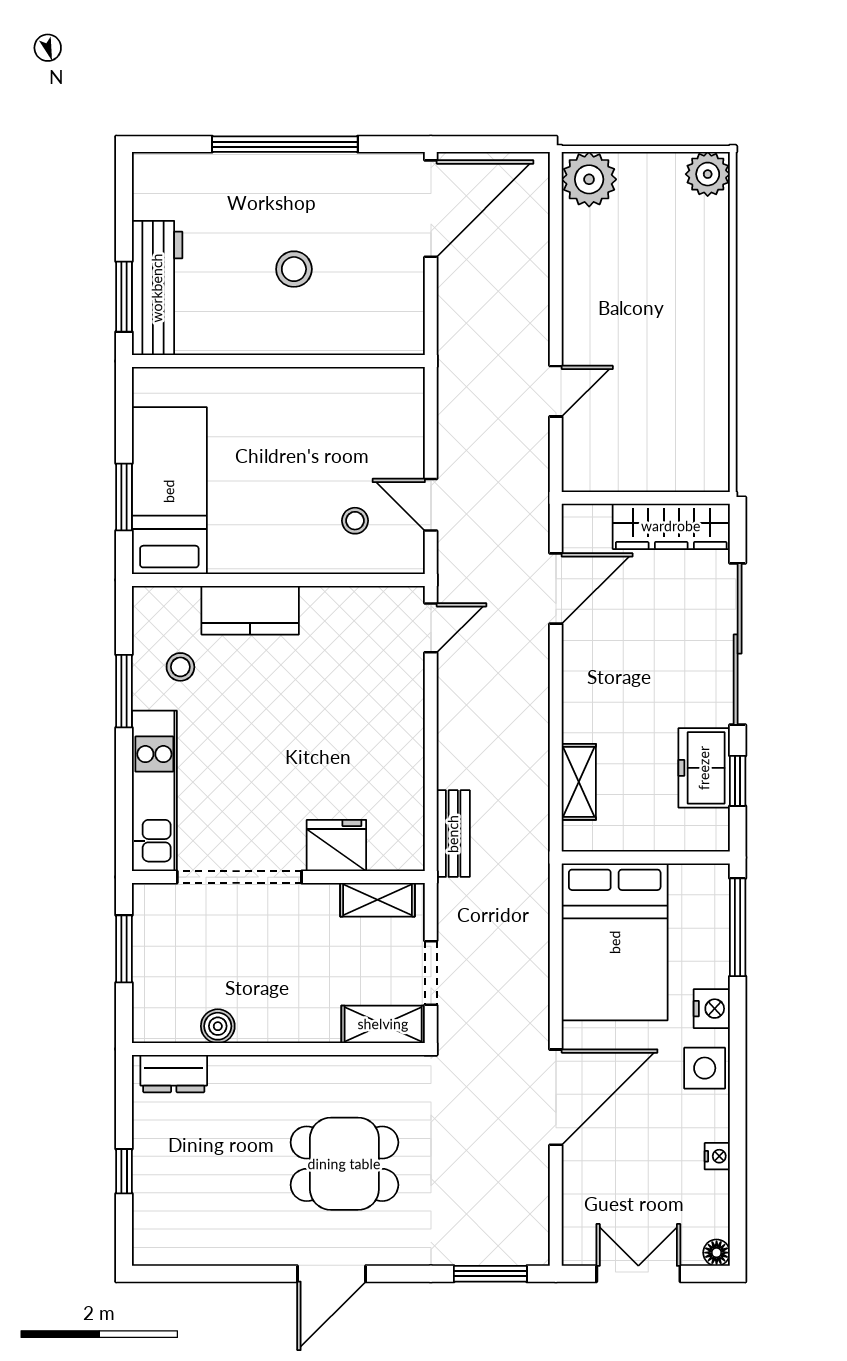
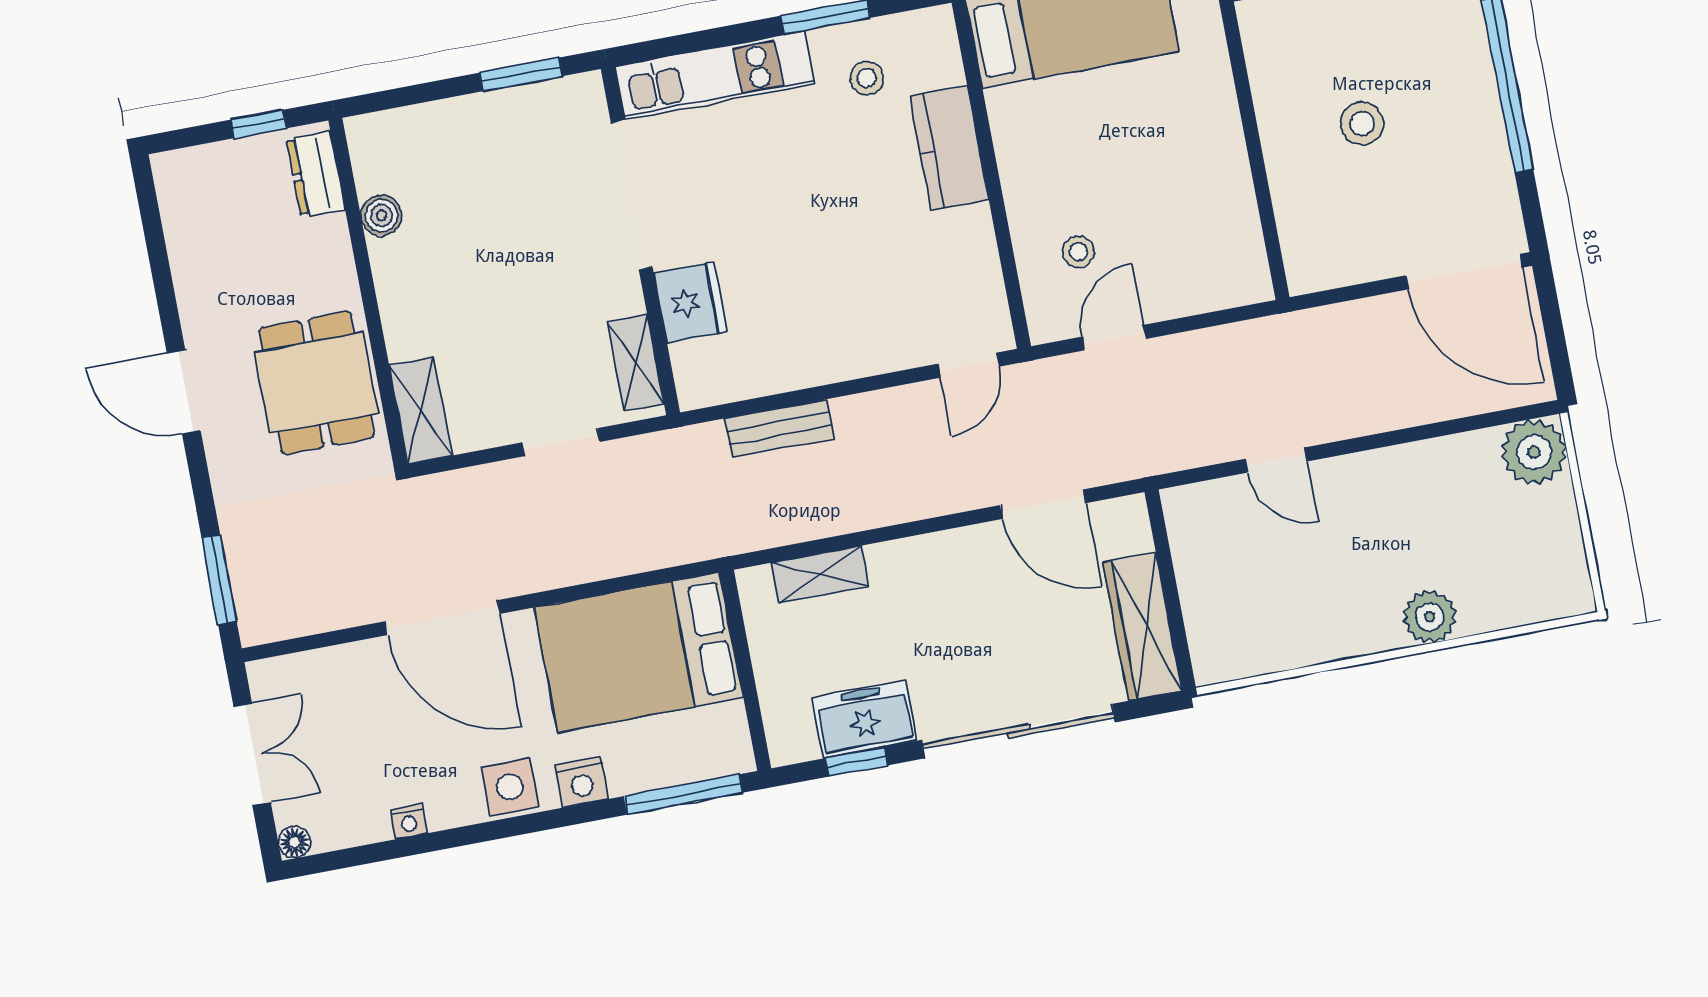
plant: (708, 174) -> (1430, 617), moved
door: (431, 628) -> (969, 365), hinge flipped
bench: (453, 834) -> (779, 428), moved
shelving: (383, 1024) -> (421, 410), moved
boiler: (218, 1026) -> (381, 216), moved
wall: (278, 1049) -> (368, 292), moved
dresser: (174, 1074) -> (316, 174), moved

